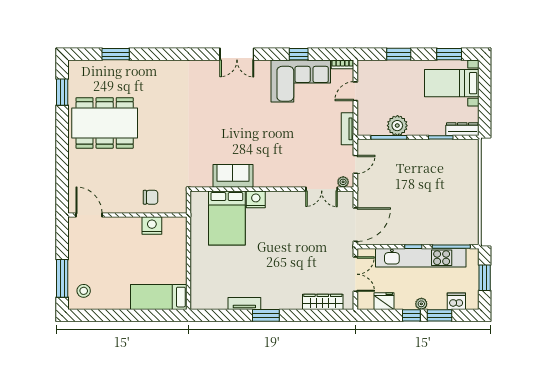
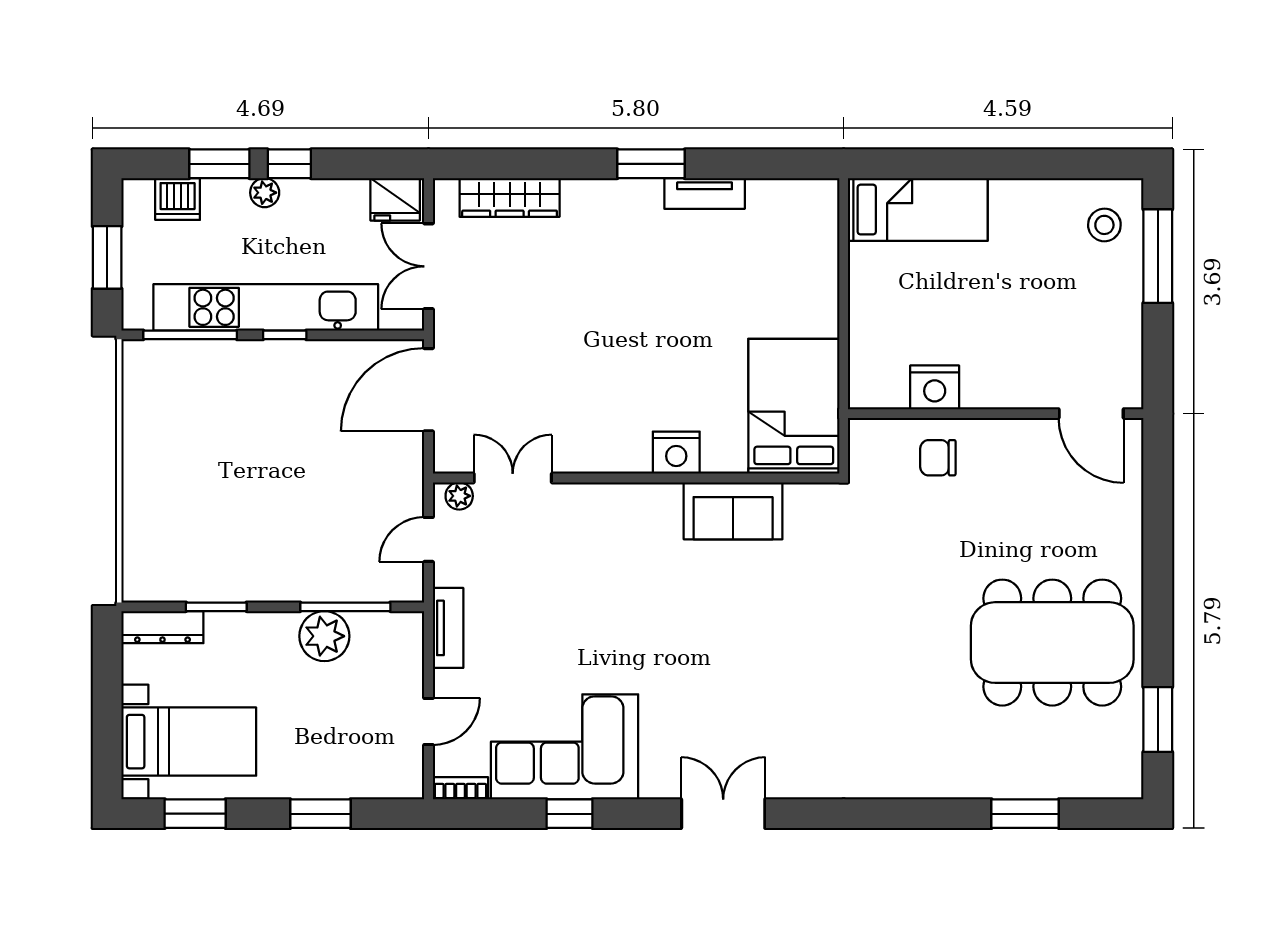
bed: (227, 218) -> (794, 406), moved
fridge: (384, 301) -> (395, 199), moved

